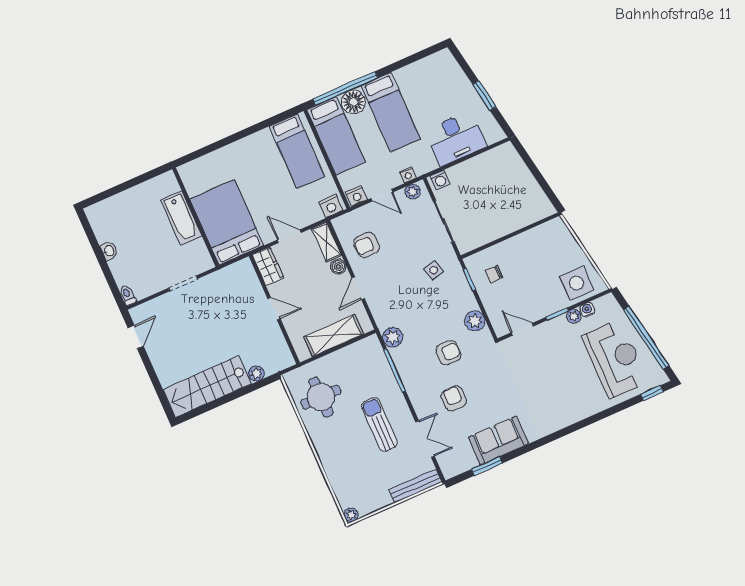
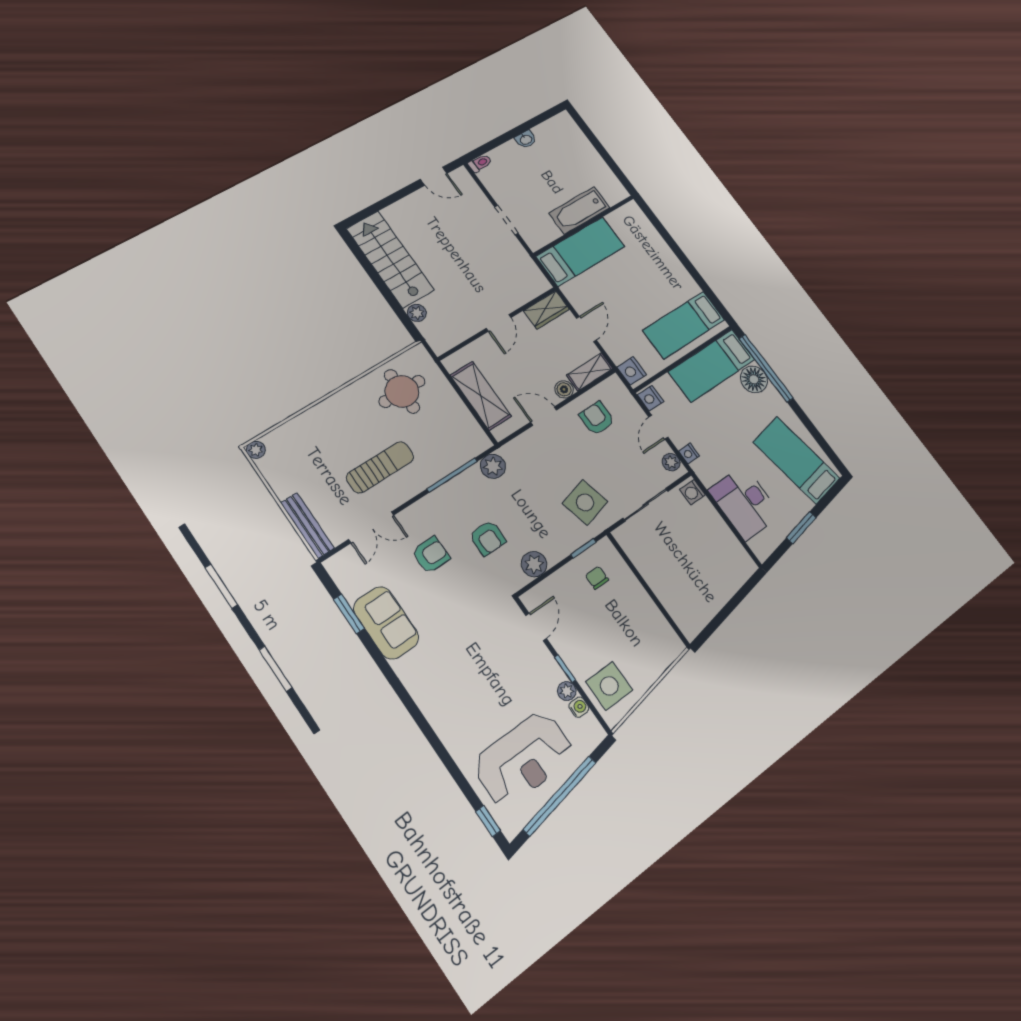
bed: (391, 112) -> (796, 460), moved, turned 80
bed: (227, 222) -> (580, 252), width x0.67
side table: (434, 270) -> (585, 502), width x1.87, depth x1.87

